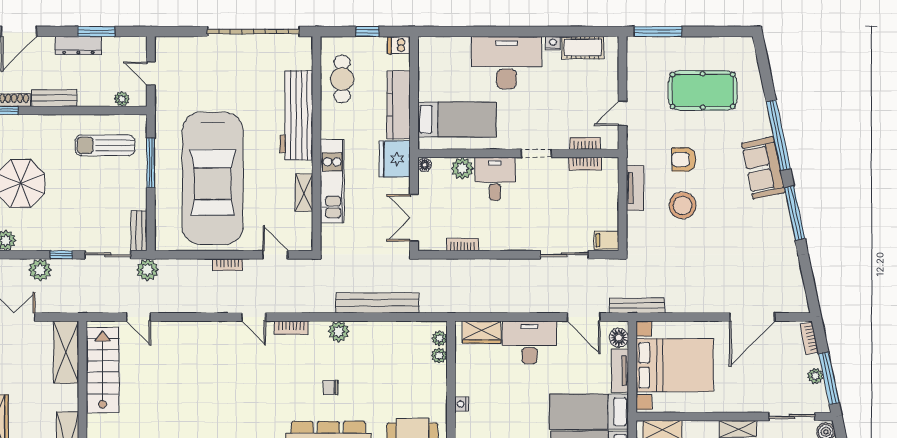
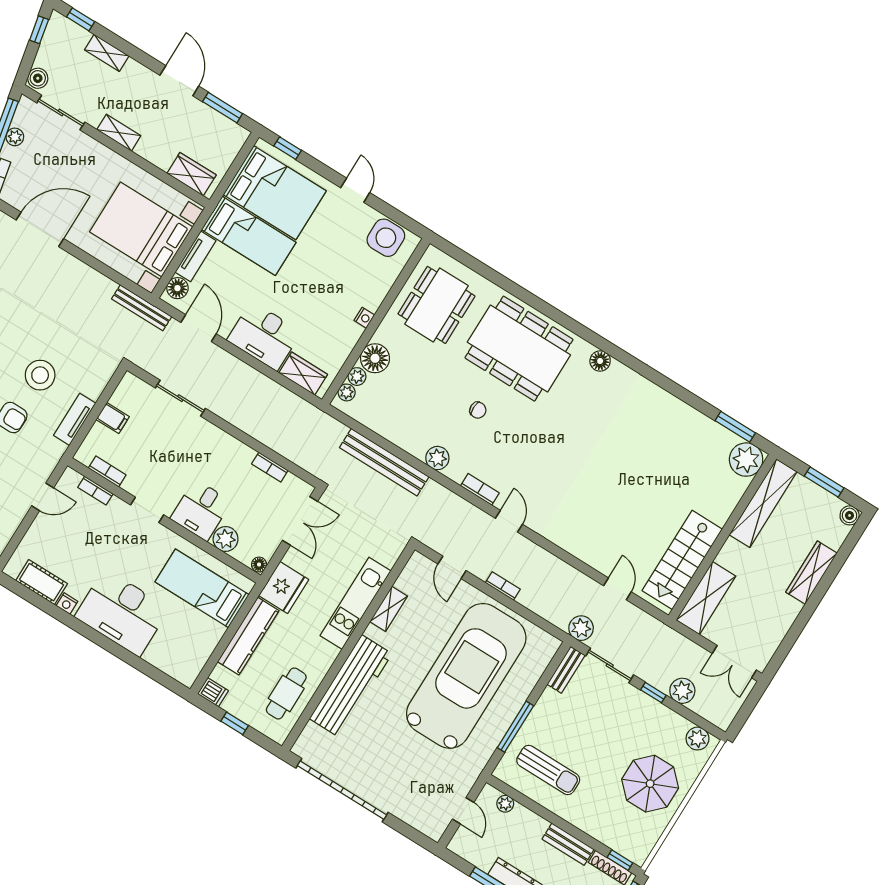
filing cabinet: (606, 240) -> (113, 418), moved
floor lamp: (434, 378) -> (375, 358), added

